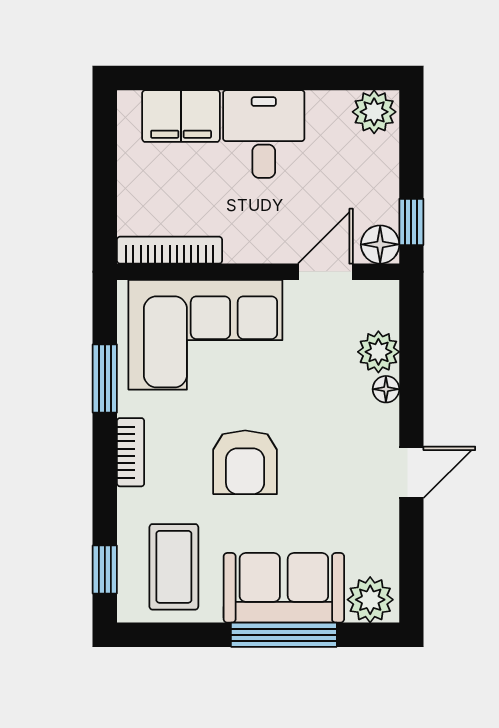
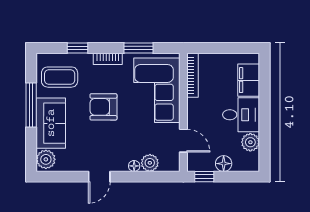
plant: (374, 112) -> (250, 142), moved
floor lamp: (380, 244) -> (224, 164), moved
door: (411, 472) -> (99, 177), hinge flipped
window: (105, 570) -> (78, 48), moved
window: (284, 635) -> (31, 105), moved

